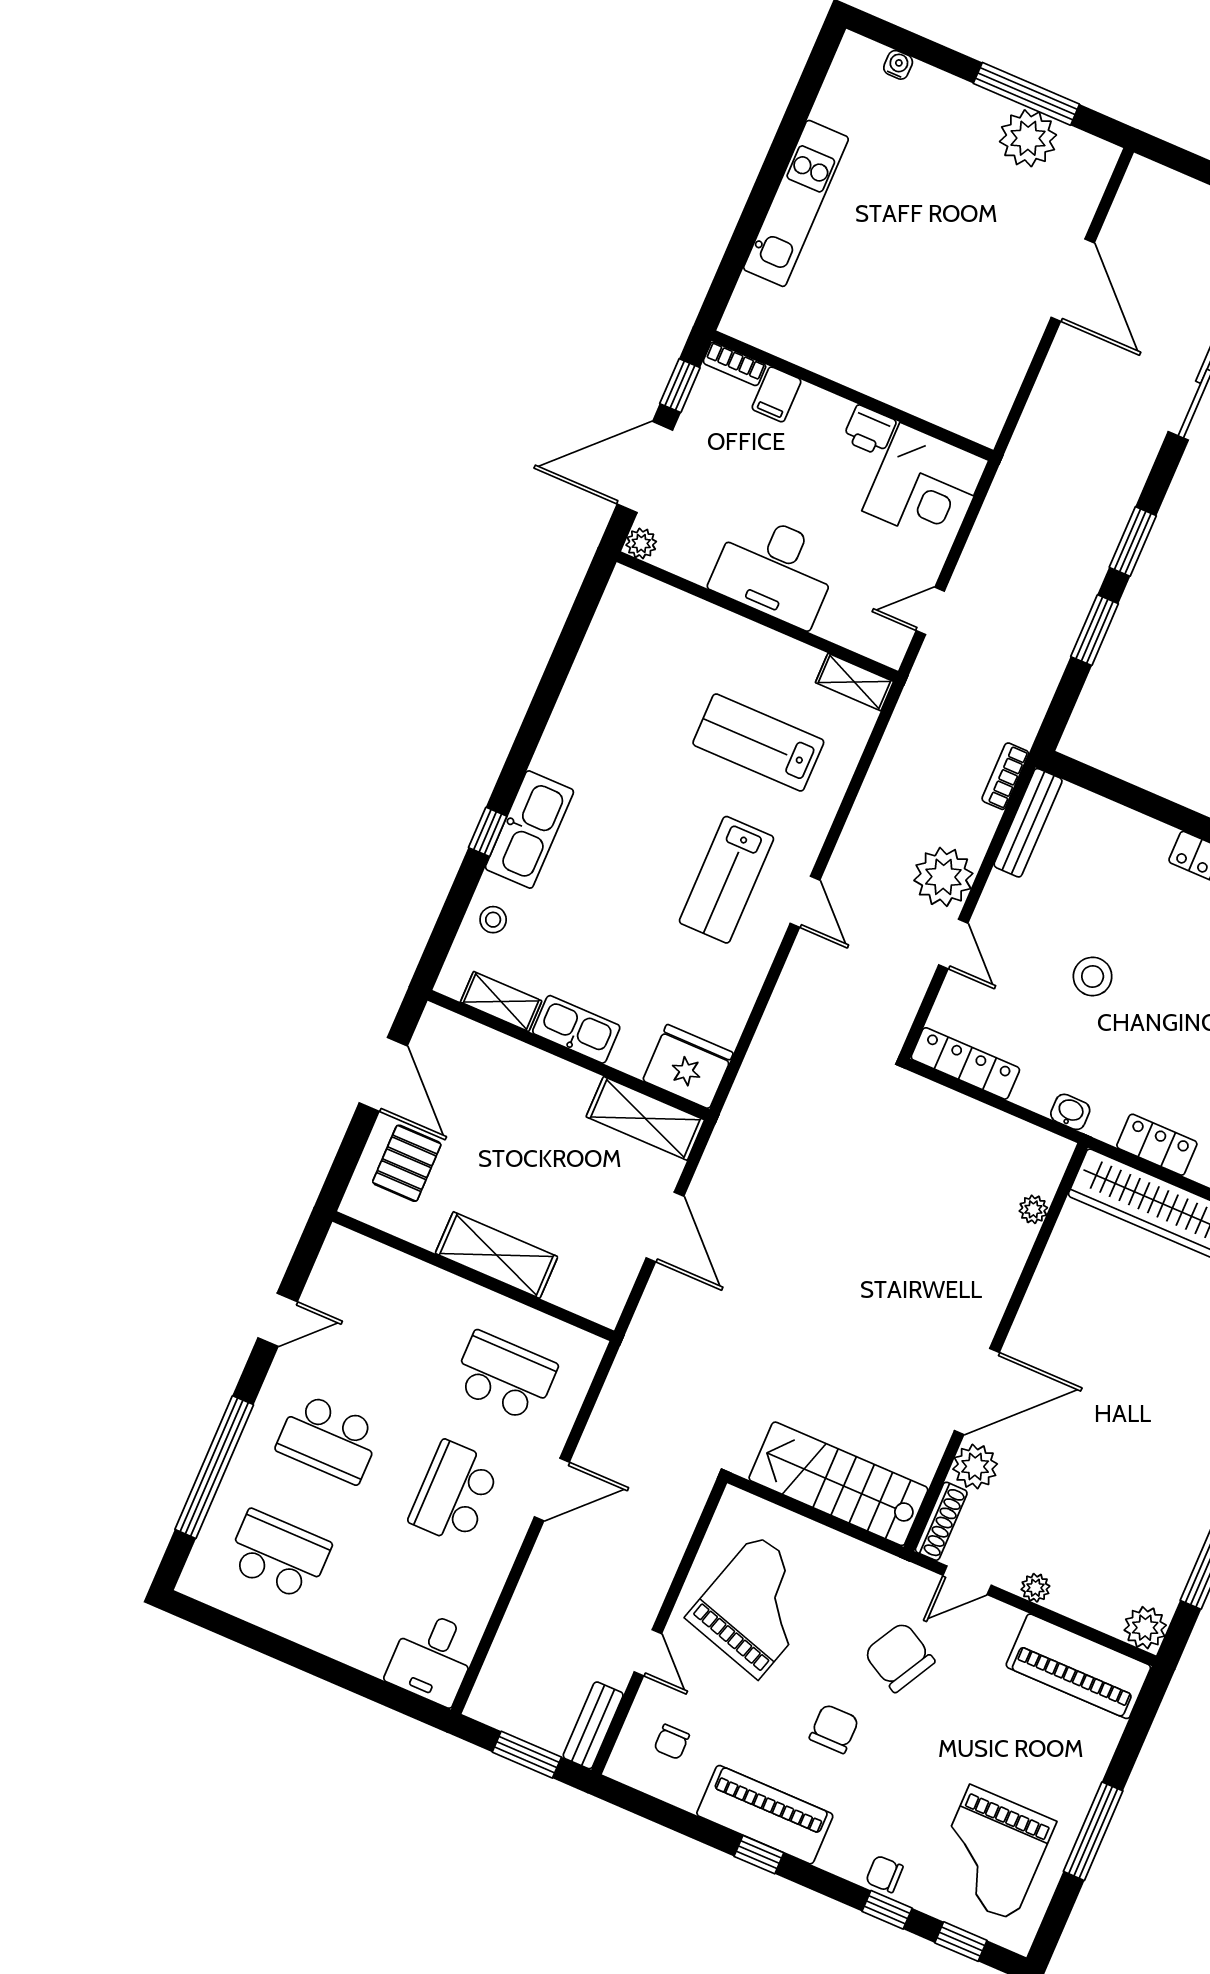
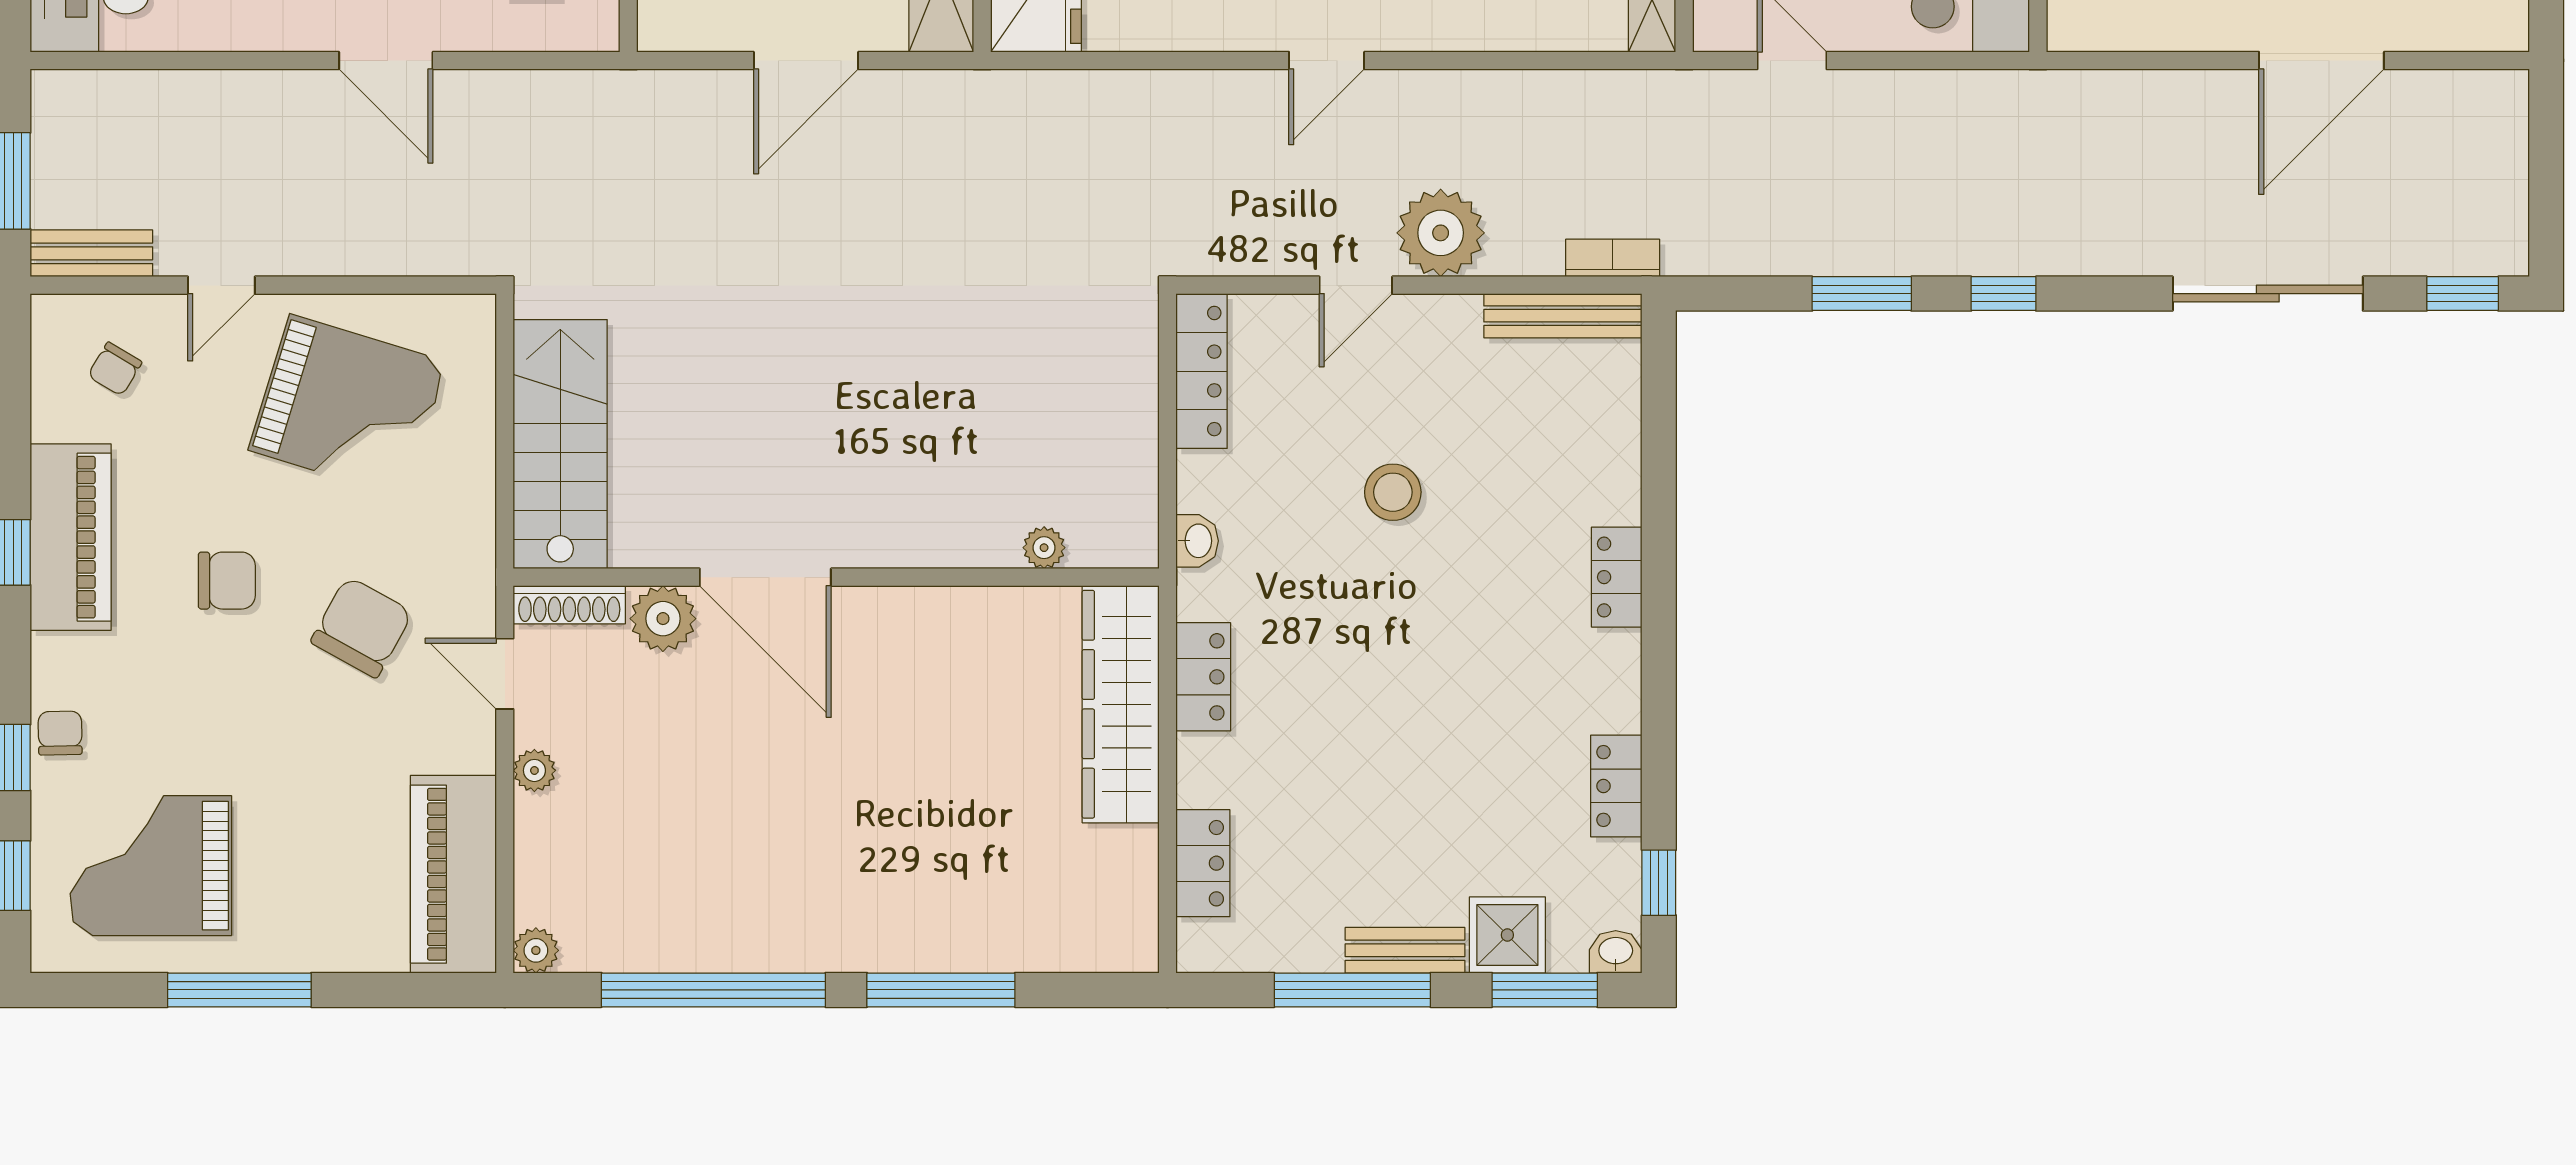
window: (1133, 541) -> (2004, 294), width x0.67
plant: (1145, 1628) -> (536, 950), width x0.73, depth x0.73
chair: (672, 1742) -> (115, 369), turned -59

